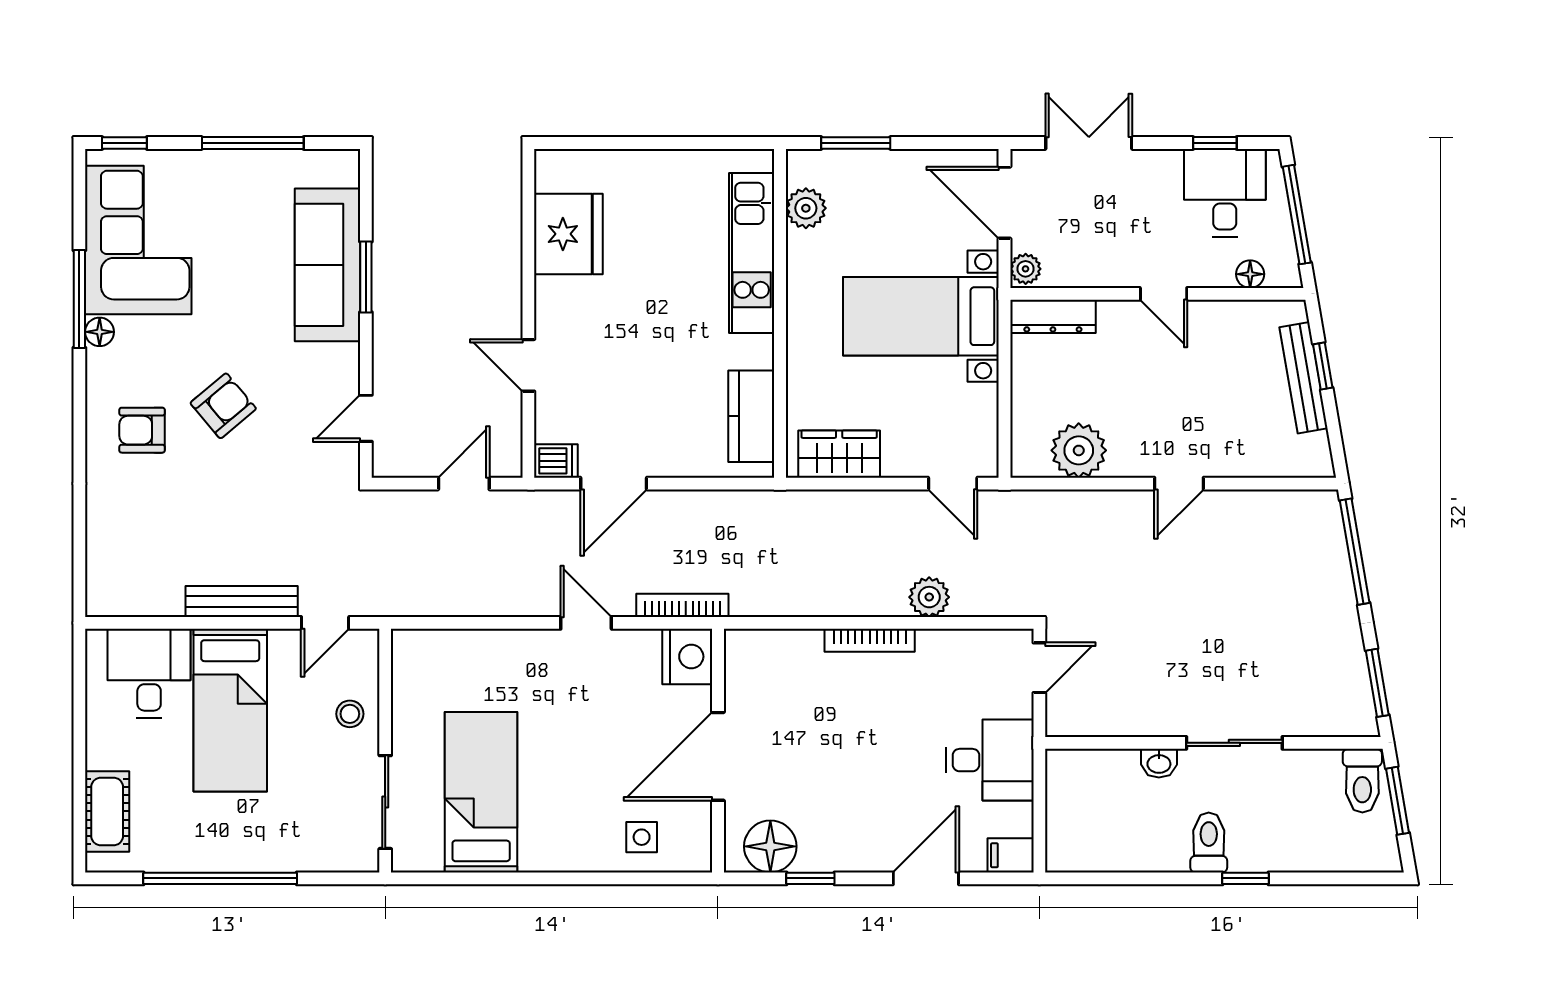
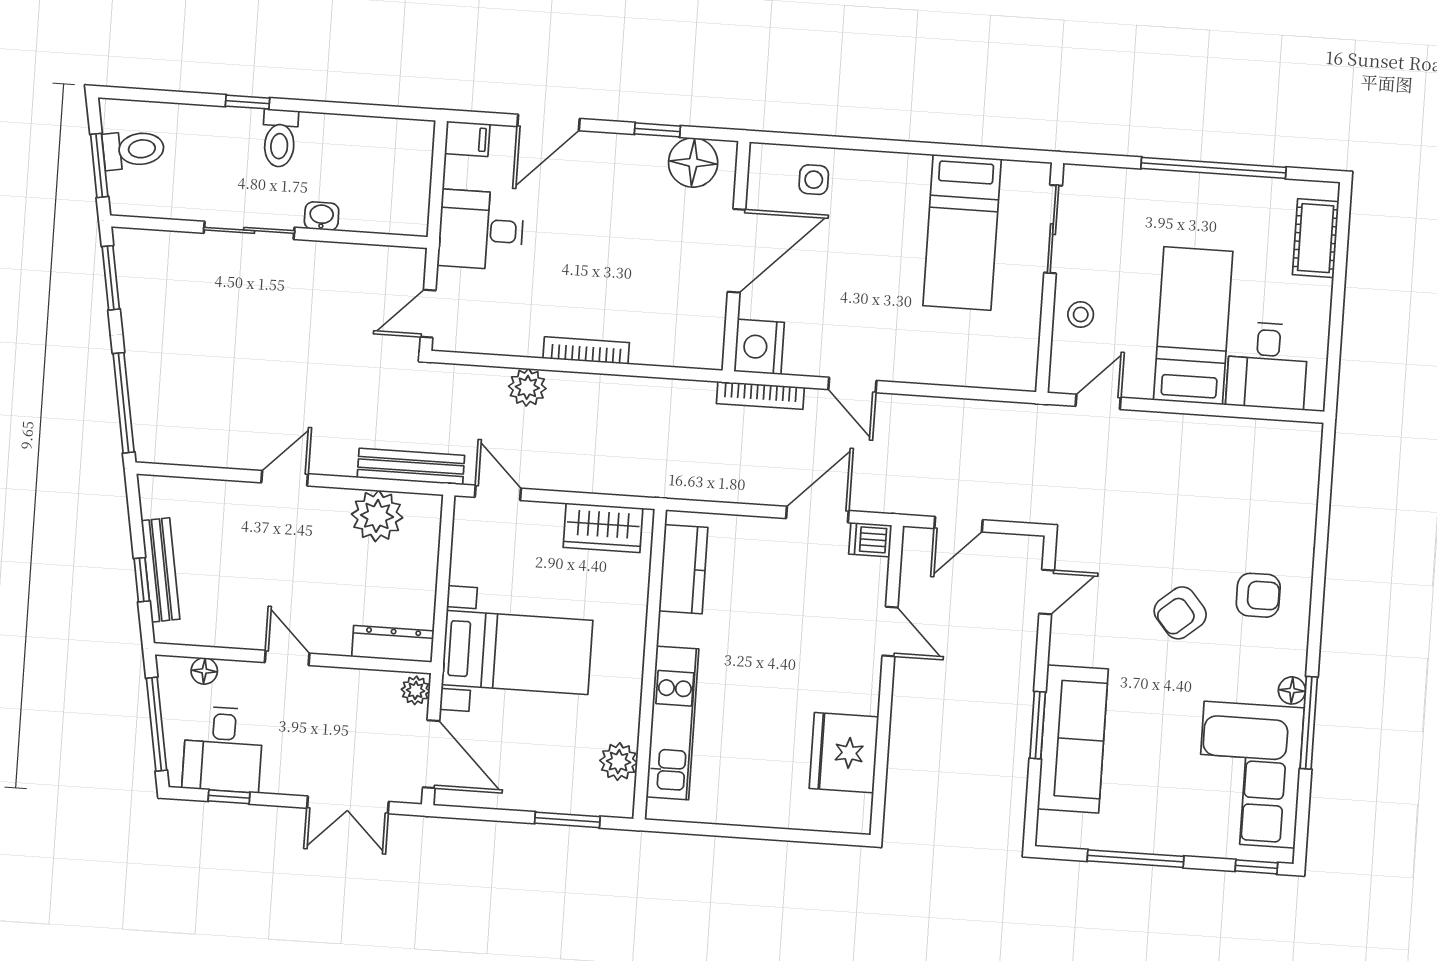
bench: (242, 601) -> (411, 467), moved
toilet: (1362, 781) -> (133, 150), moved, turned 80

